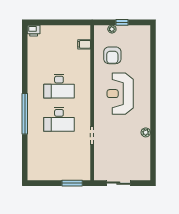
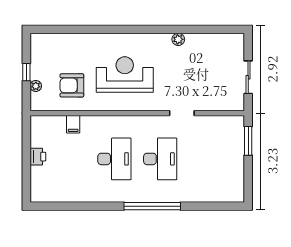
printer: (34, 31) -> (38, 157), moved
filing cabinet: (84, 44) -> (73, 124), moved
armchair: (112, 55) -> (72, 85), turned 180
reception desk: (120, 94) -> (125, 75), turned 180

